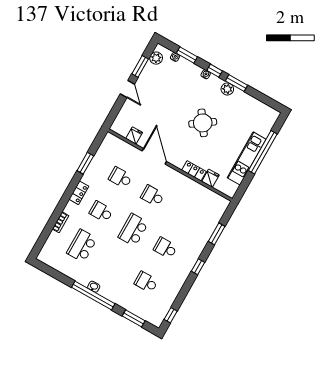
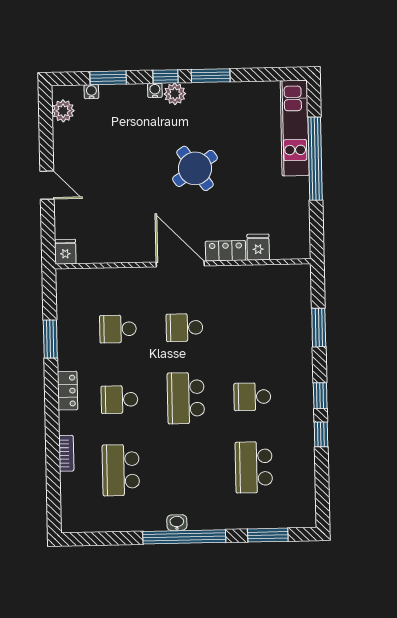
window: (140, 66) -> (46, 138), removed
plant: (227, 89) -> (175, 94), moved
fridge: (134, 135) -> (65, 252), moved
door: (154, 156) -> (180, 264), moved
kitchen unit: (247, 158) -> (295, 128), moved
school desk: (146, 282) -> (254, 467), width x1.85
window: (171, 315) -> (321, 434), moved

